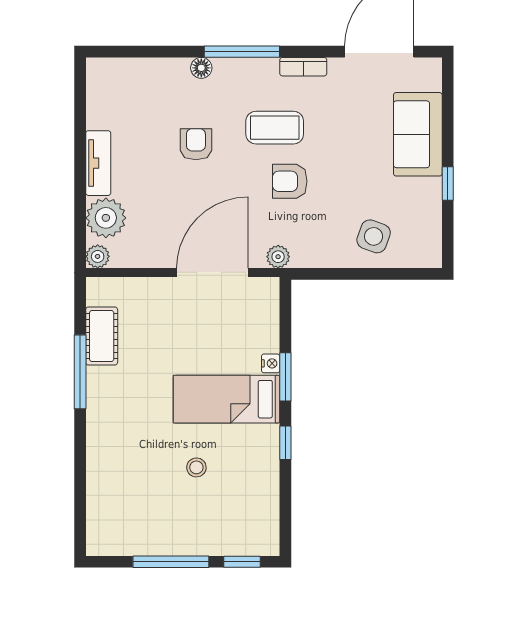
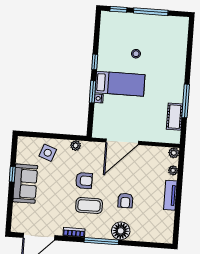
floor lamp: (201, 68) -> (121, 231), width x1.89, depth x1.89
sofa: (418, 134) -> (25, 184), moved
plant: (106, 218) -> (173, 170), width x0.53, depth x0.53
plant: (278, 257) -> (76, 146), moved

